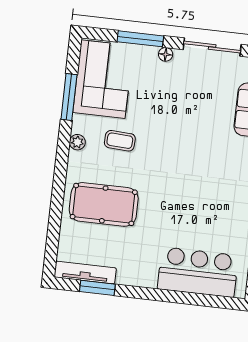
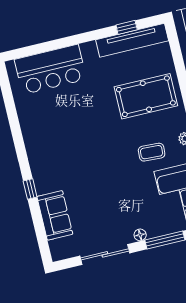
tv unit: (85, 273) -> (132, 40), width x1.36, depth x1.29
window: (97, 288) -> (127, 27), width x0.67

